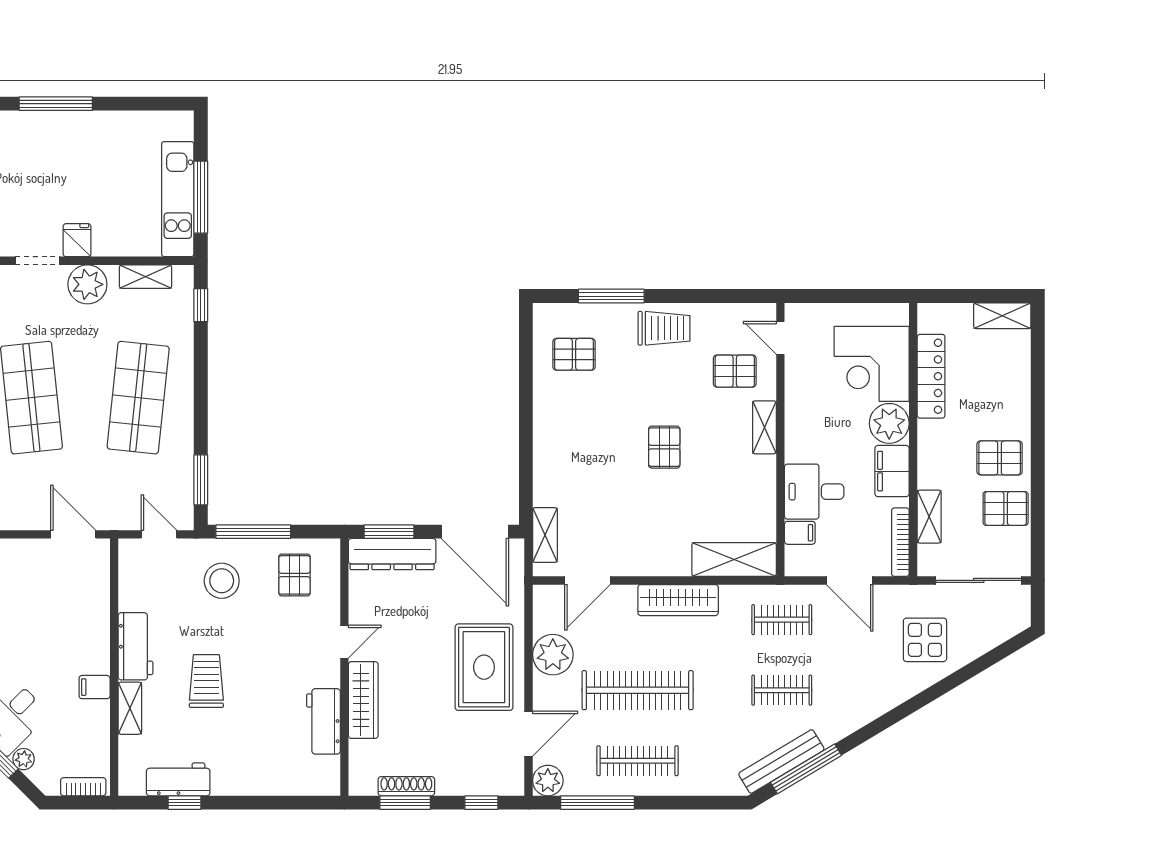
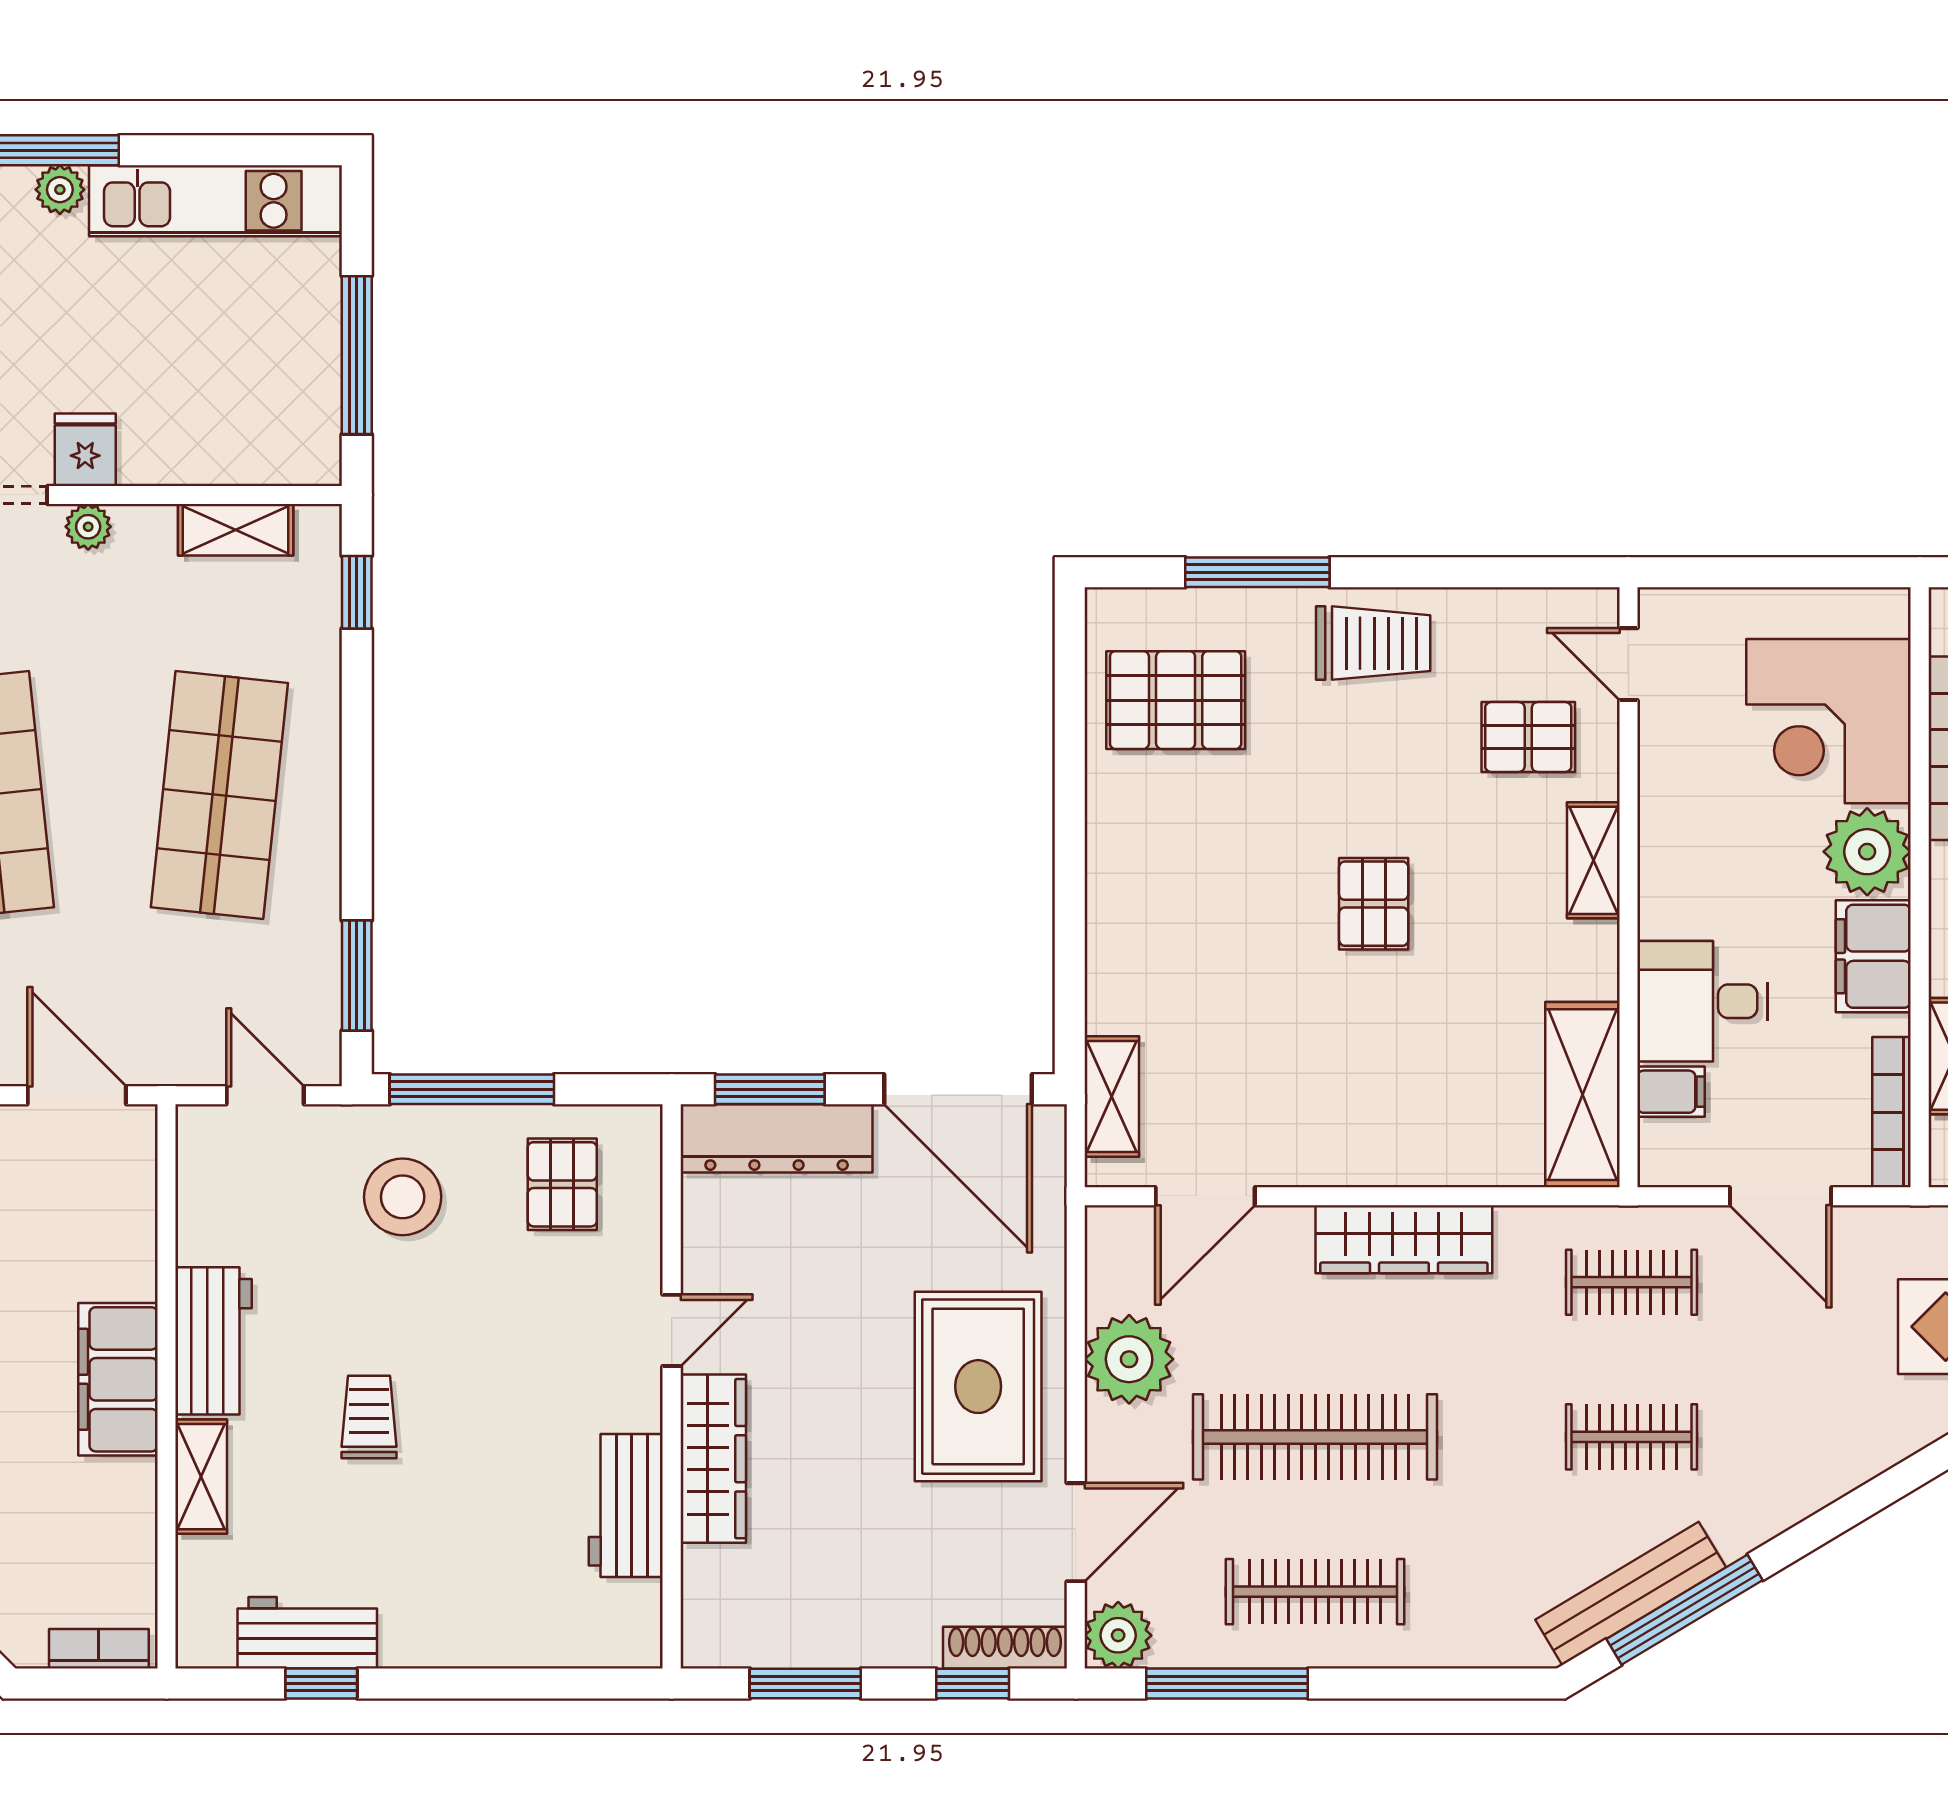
plant: (65, 122) -> (60, 190), added
kitchen unit: (178, 199) -> (215, 201), moved, turned -90
plant: (87, 284) -> (88, 527), width x0.53, depth x0.53
pallet: (574, 354) -> (1176, 700), width x1.50, depth x1.42
shelving: (734, 559) -> (1582, 1095), moved, turned 90
trolley: (206, 681) -> (369, 1417), width x0.73, depth x0.72
filing cabinet: (95, 687) -> (118, 1379), width x3.00, depth x1.17
shoe rack: (406, 786) -> (1005, 1648), moved

